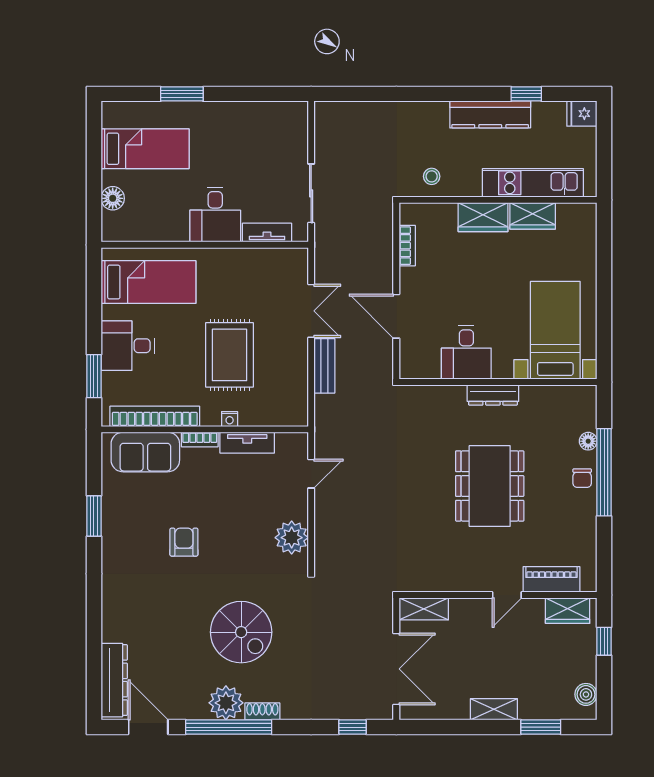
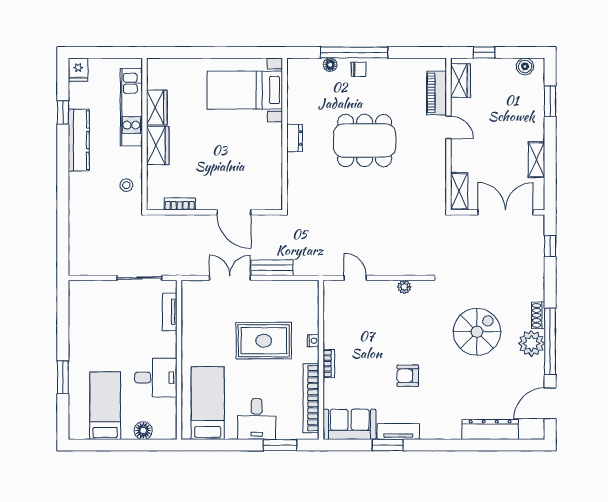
desk: (215, 215) -> (156, 378), moved
door: (396, 316) -> (234, 212), hinge flipped
desk: (466, 352) -> (262, 158), removed
dresser: (493, 395) -> (295, 138), width x0.70
tv unit: (247, 443) -> (398, 432), moved, turned -90
sofa: (145, 452) -> (350, 424), moved, turned -90
plant: (292, 538) -> (404, 287), width x0.53, depth x0.53
dresser: (114, 680) -> (490, 429), moved
shelving: (494, 709) -> (536, 160), moved

